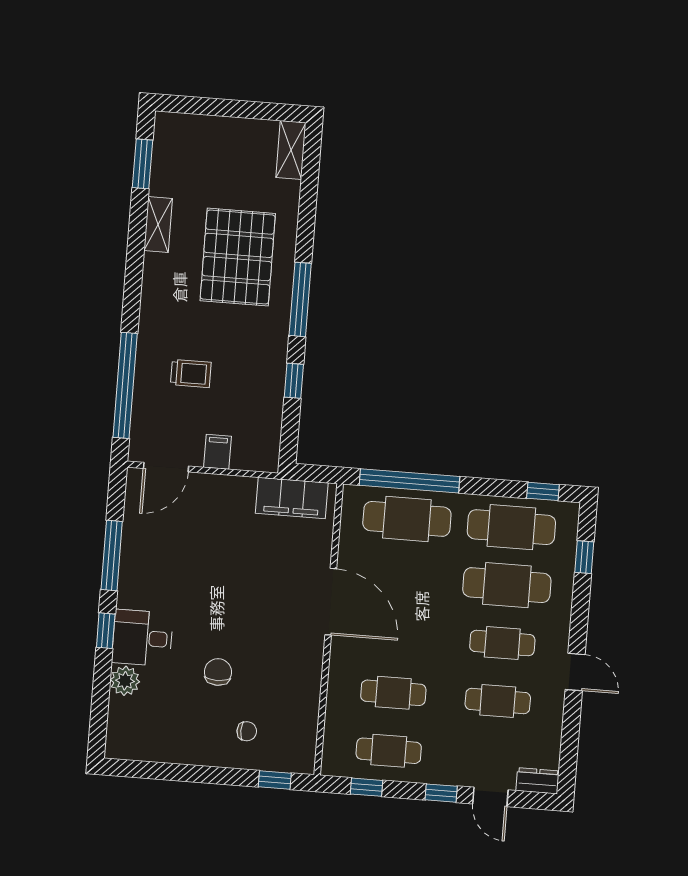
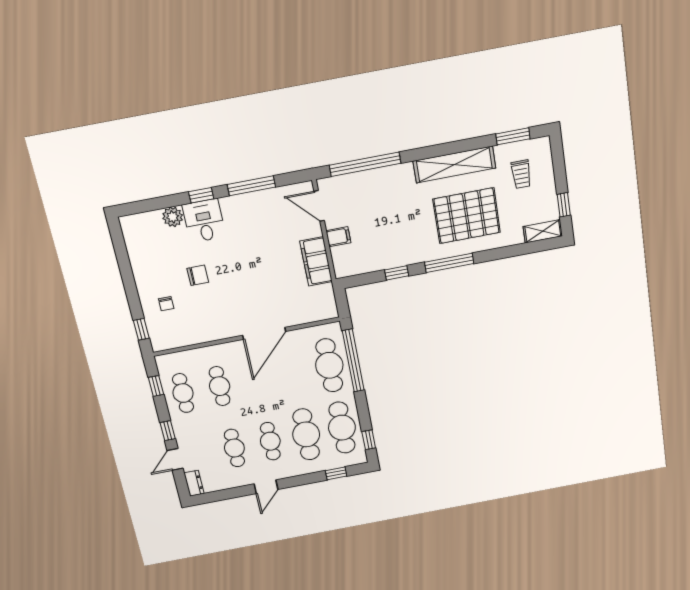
window: (260, 111) -> (564, 205), added
shelving: (158, 225) -> (454, 165), width x2.20, depth x1.33
trolley: (191, 374) -> (521, 174), moved
filing cabinet: (292, 498) -> (316, 261), moved

